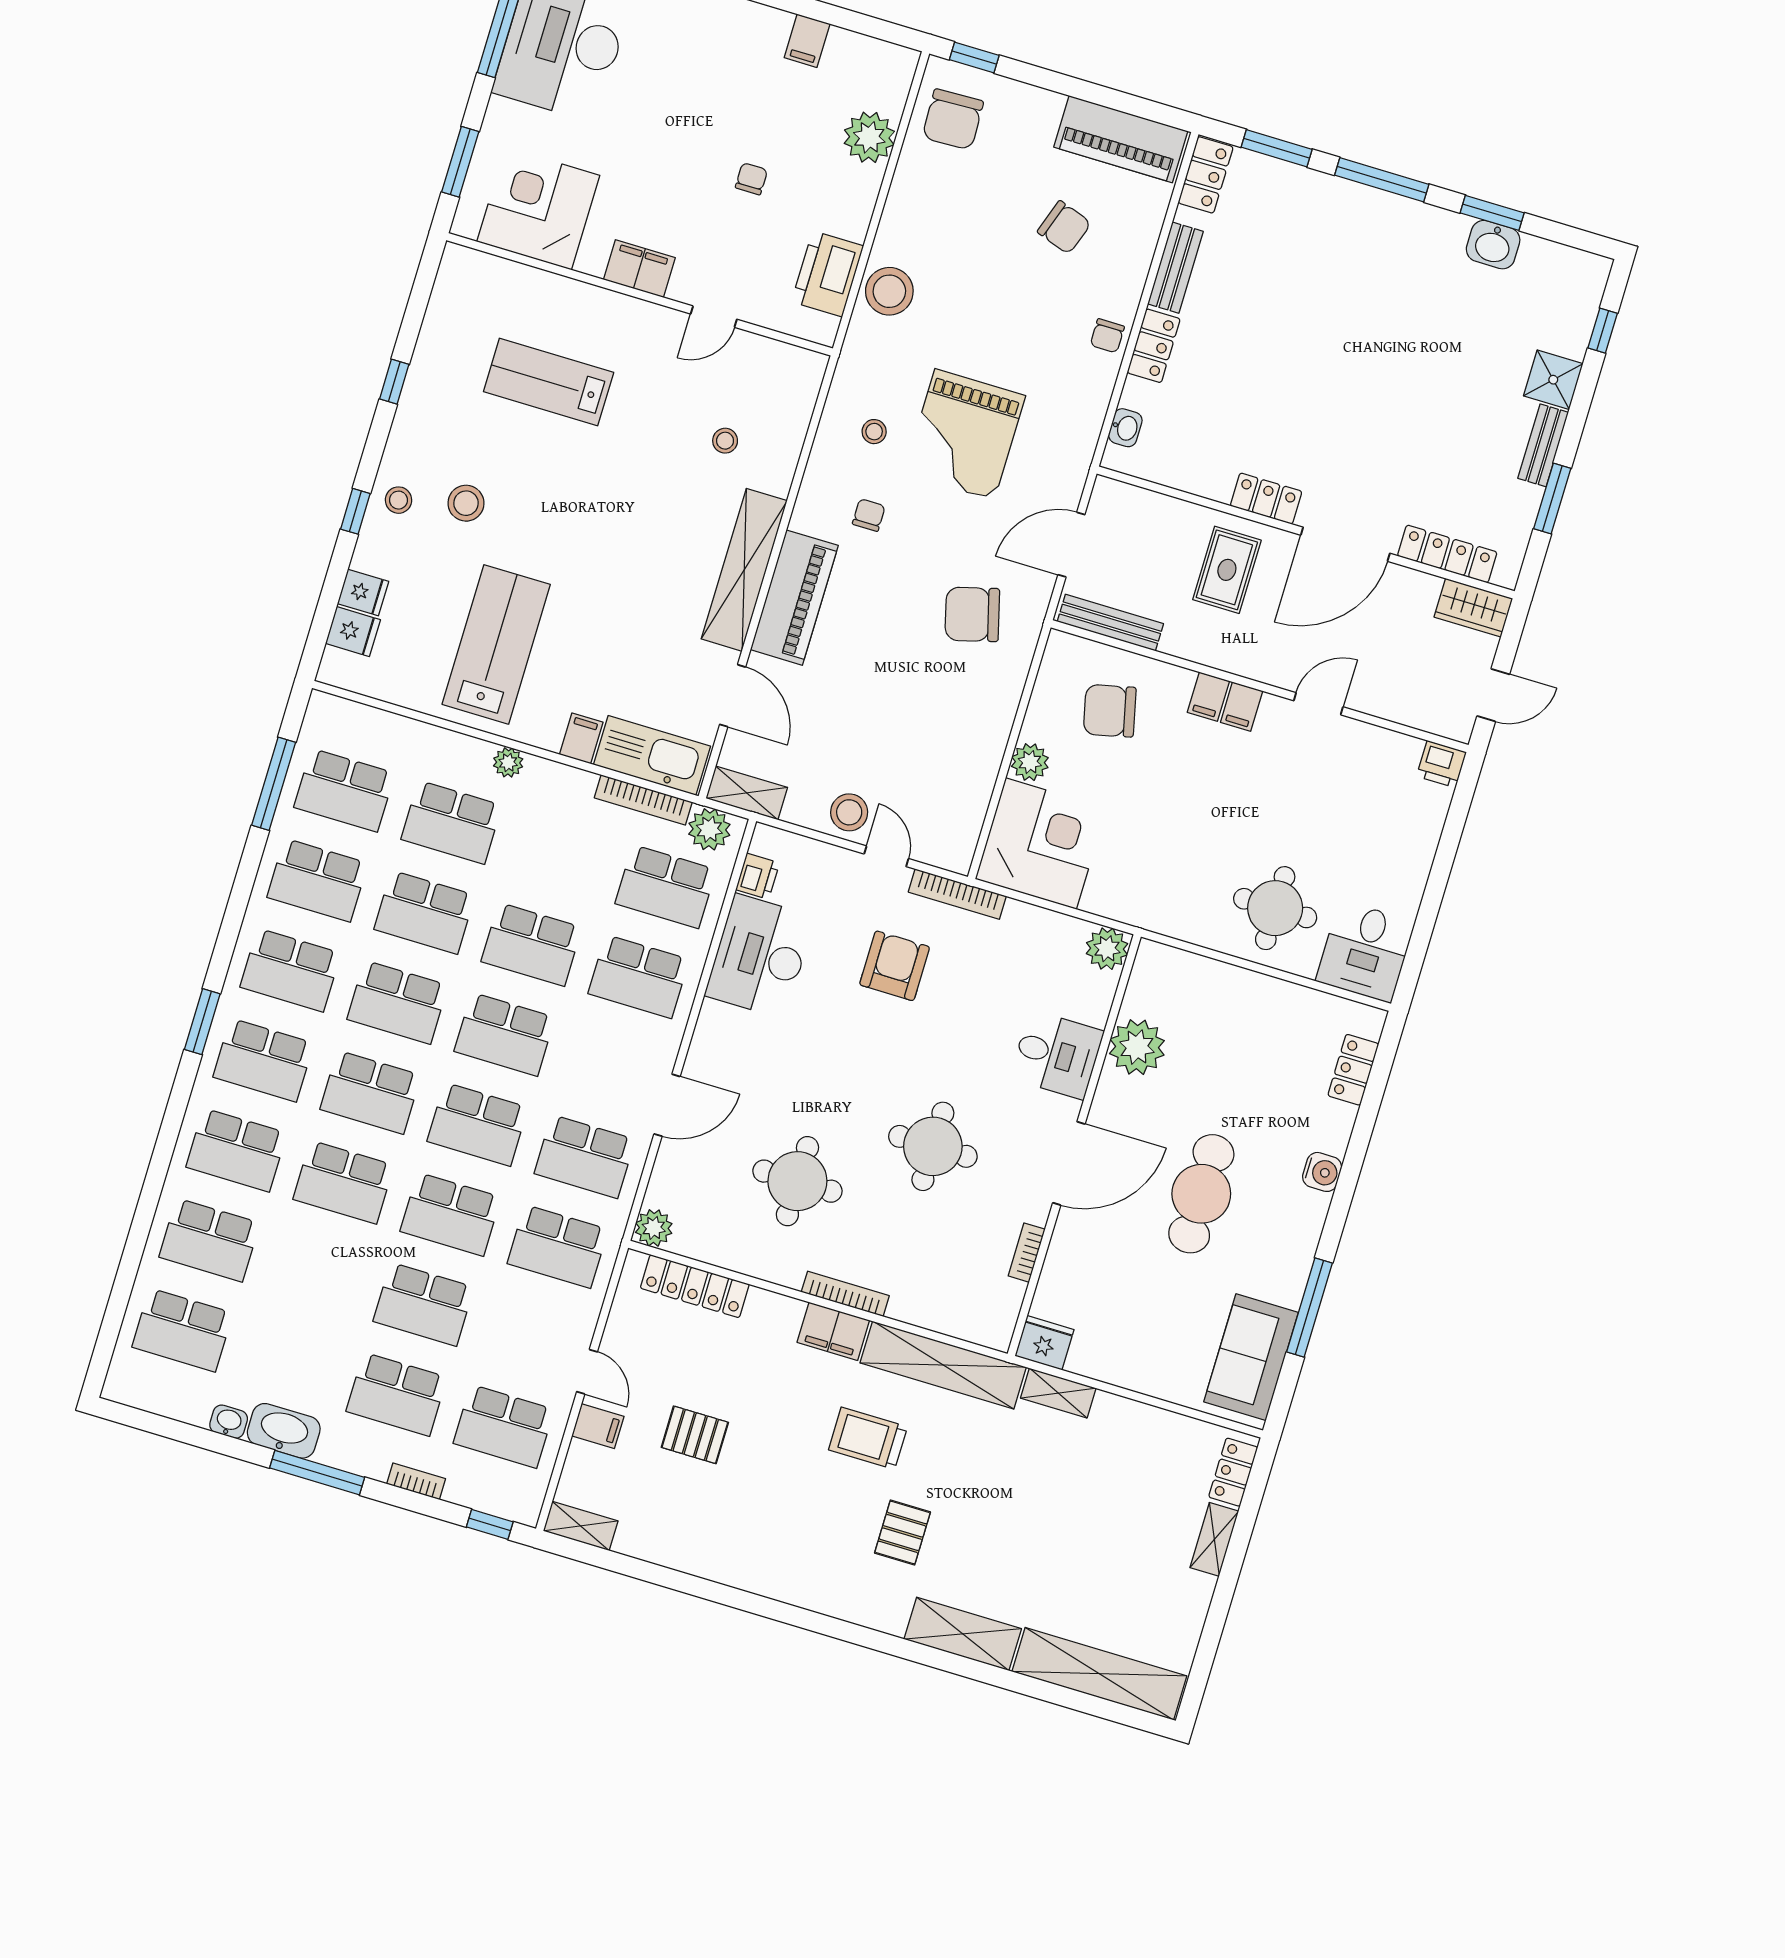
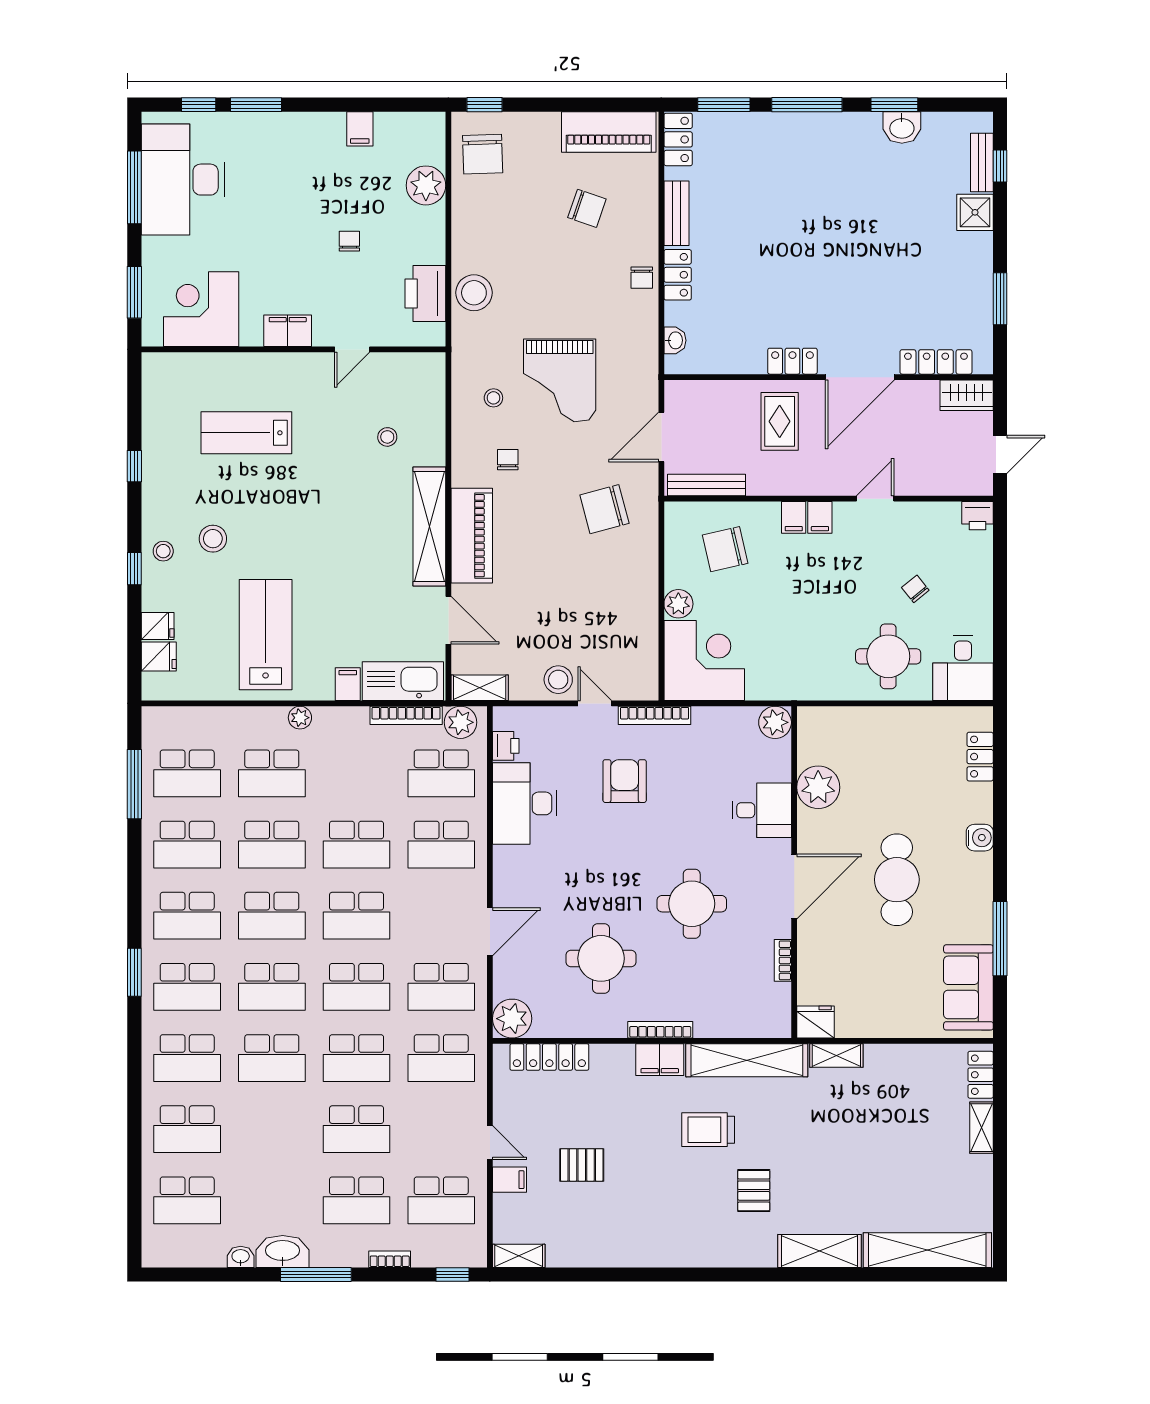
bench: (1543, 445) -> (982, 162), moved
chair: (1335, 833) -> (915, 589), added
plant: (654, 1228) -> (512, 1019), width x1.36, depth x1.36

